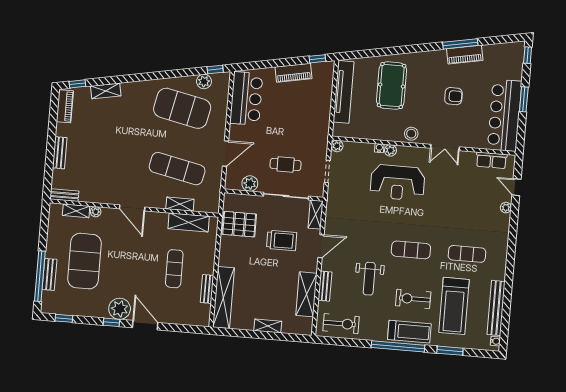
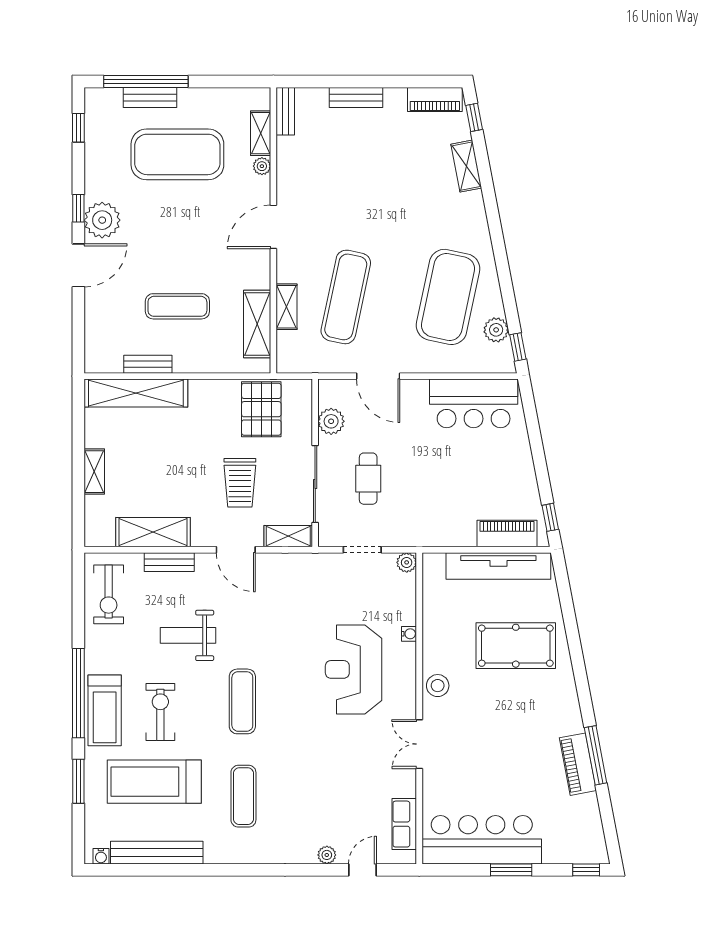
piano: (293, 73) -> (507, 534), moved, turned 101
armchair: (453, 96) -> (507, 751), removed
plant: (390, 150) -> (407, 653), removed

